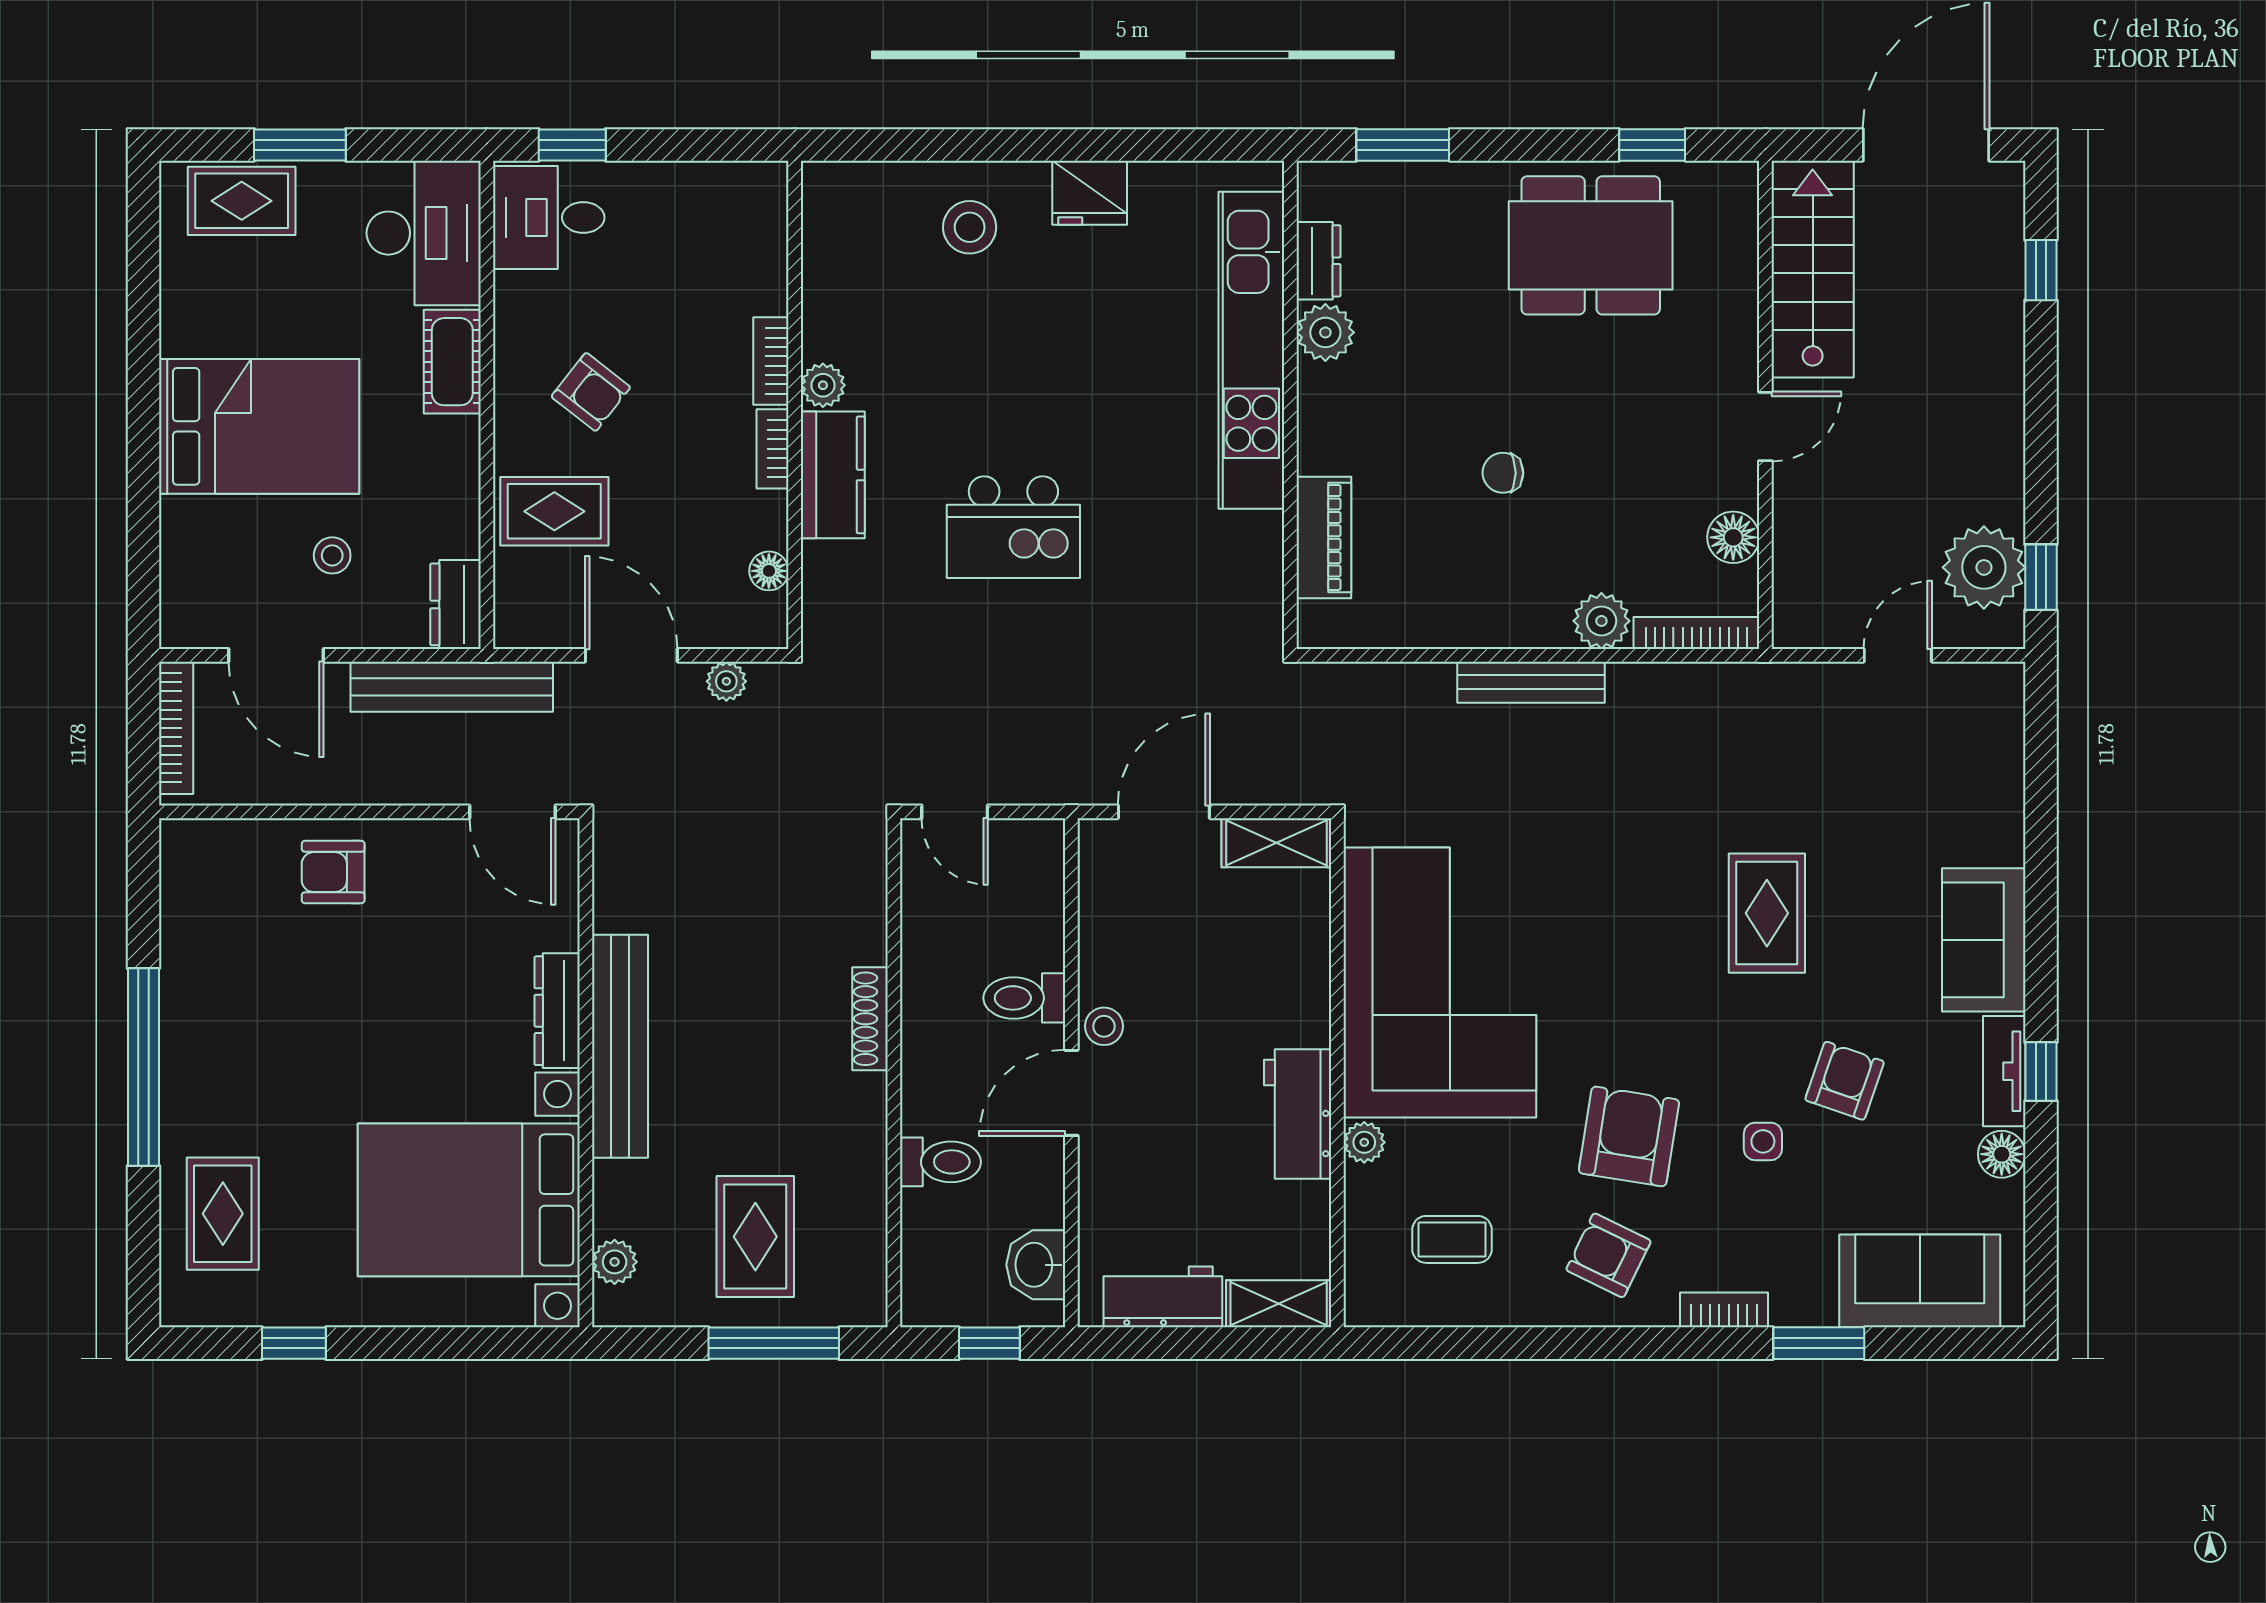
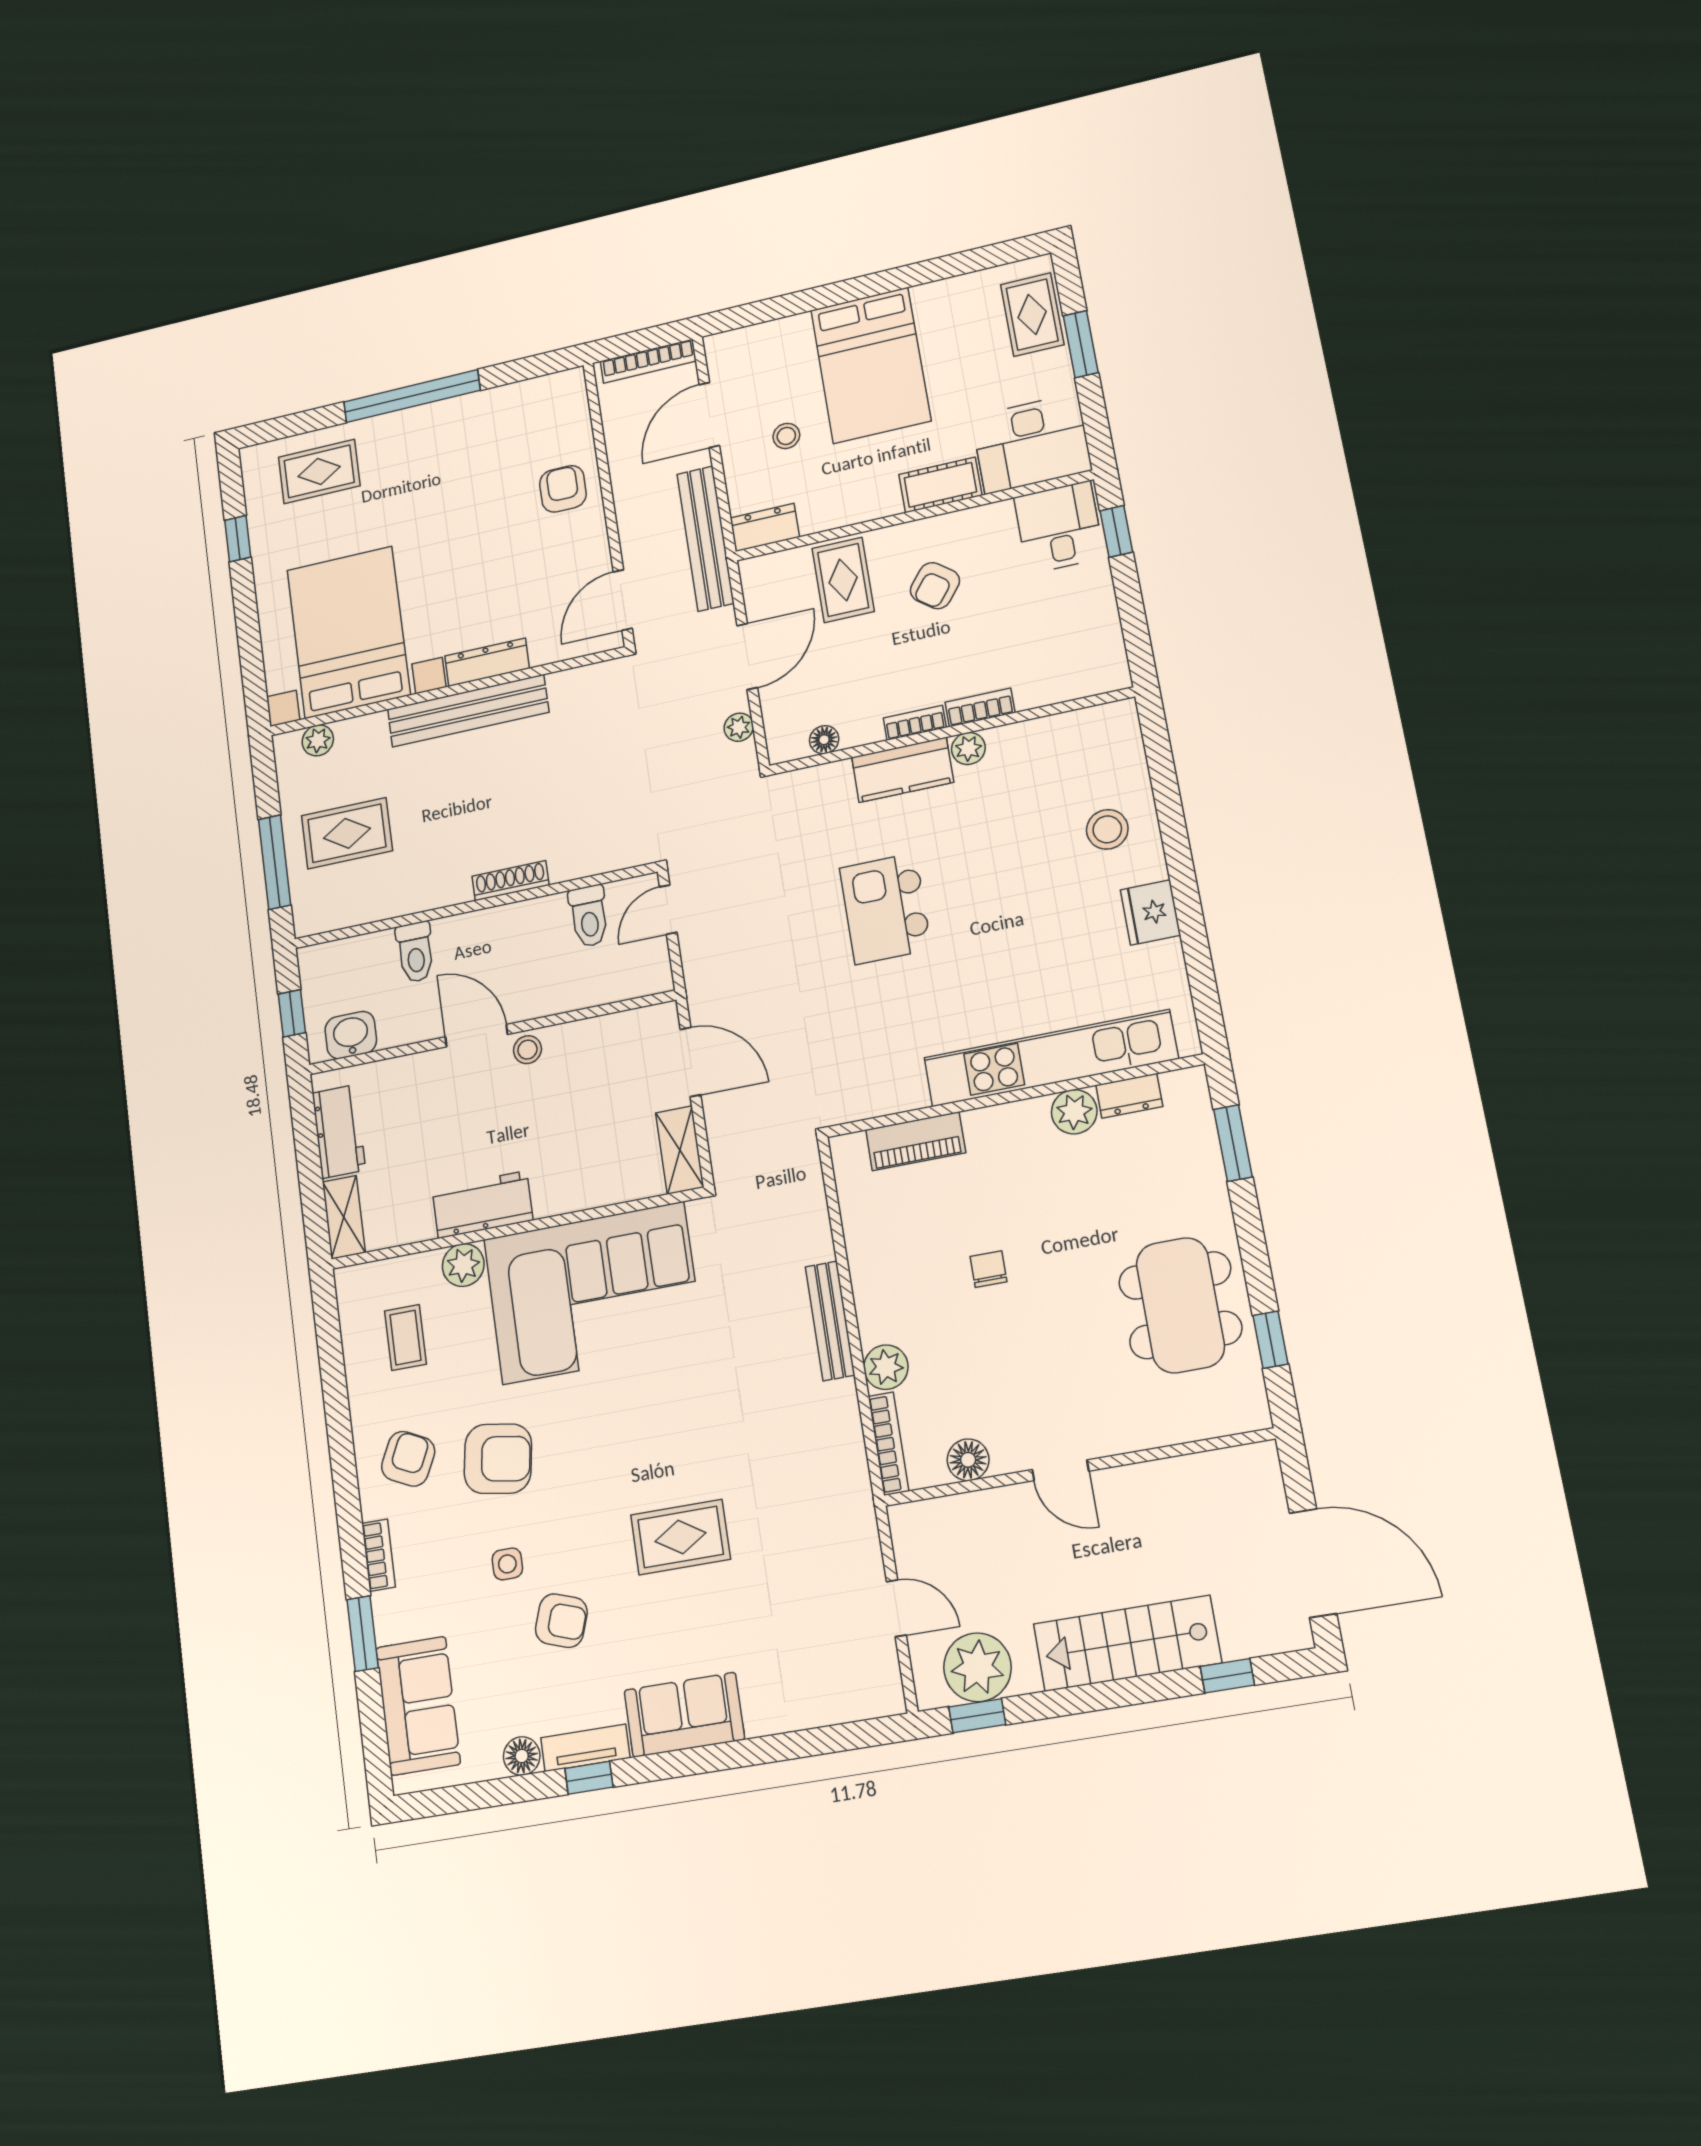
stairs: (1813, 269) -> (1127, 1643), moved, turned 180
toilet: (1024, 998) -> (589, 916), moved, turned 180
plant: (1364, 1142) -> (463, 1265), width x1.38, depth x1.38

